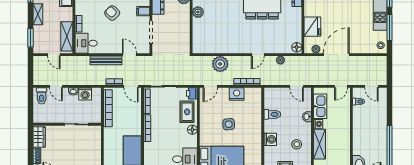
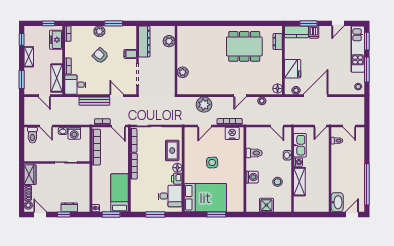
plant: (198, 12) -> (183, 72), moved
door: (210, 86) -> (205, 126), moved
printer: (192, 93) -> (177, 179), moved
nightstand: (237, 94) -> (232, 133), moved

